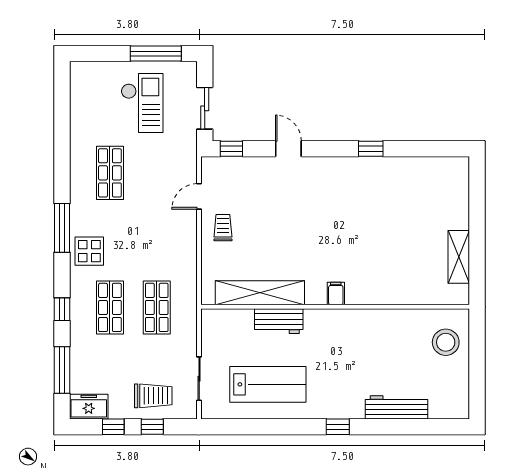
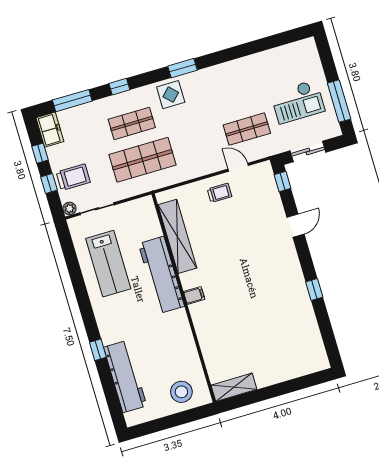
shop shelf: (110, 173) -> (247, 129), moved
window: (62, 228) -> (182, 68), width x0.69
shelving: (459, 257) -> (234, 387), moved
shop shelf: (157, 307) -> (142, 160), width x1.43, depth x1.36
workbench: (279, 321) -> (161, 275), width x1.88, depth x1.32
trolley: (153, 396) -> (73, 177), turned -90
workbench: (397, 407) -> (125, 377), width x1.36, depth x1.32
plant: (189, 411) -> (69, 209), added
window: (338, 427) -> (98, 350), moved

